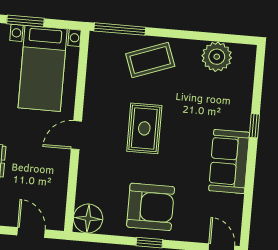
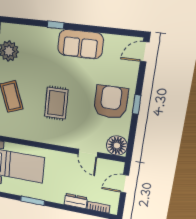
rug: (144, 128) -> (56, 103), turned 90
door: (76, 135) -> (88, 153), moved

